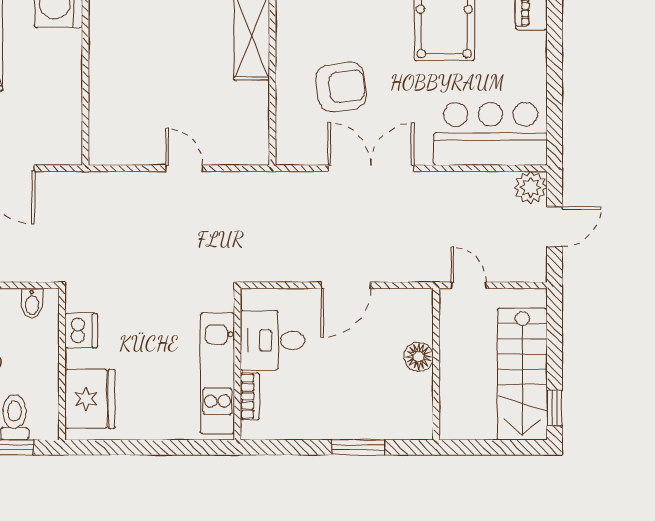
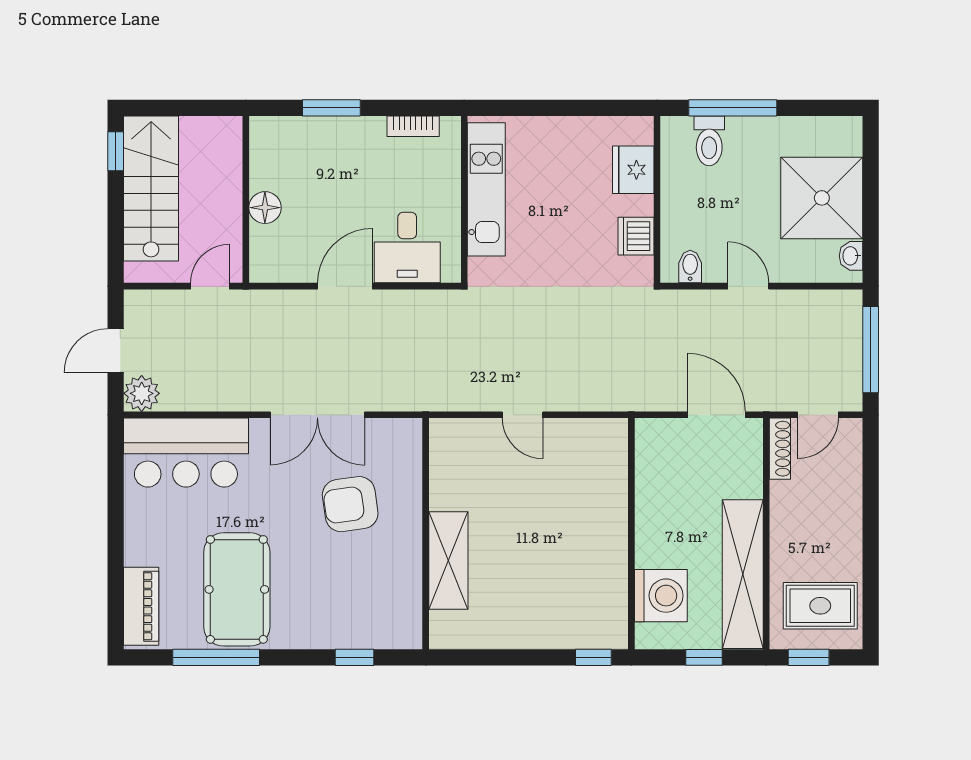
door: (469, 285) -> (210, 286), swing flipped
desk: (273, 340) -> (407, 247), moved, turned 90
bookcase: (250, 396) -> (413, 126), moved, turned -90
fridge: (90, 399) -> (633, 170), width x0.73, depth x0.75

